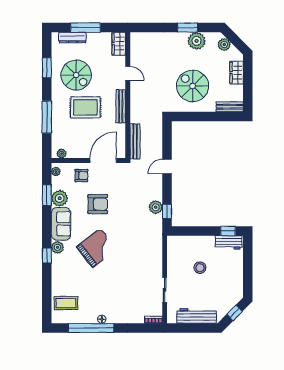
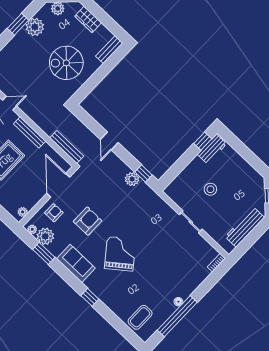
plant: (60, 198) -> (45, 236), moved
plant: (58, 247) -> (91, 283), removed
sliding door: (165, 290) -> (191, 222), moved

